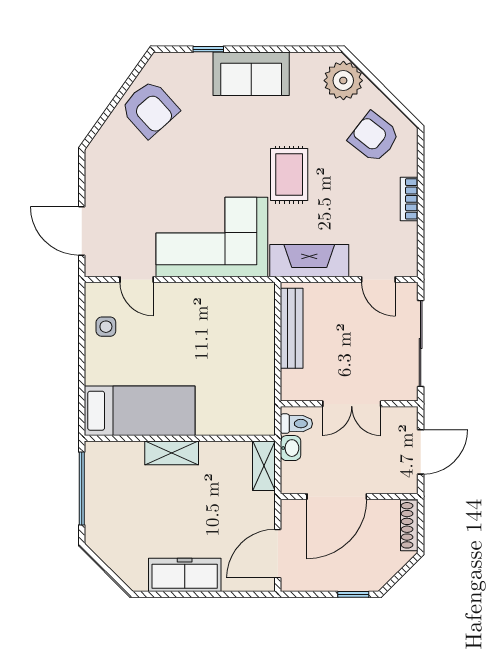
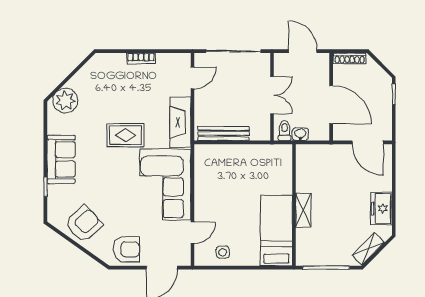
armchair: (374, 137) -> (127, 249), moved, turned -128
shelving: (264, 466) -> (368, 249), moved, turned -45
freezer: (185, 575) -> (381, 208), width x0.71

